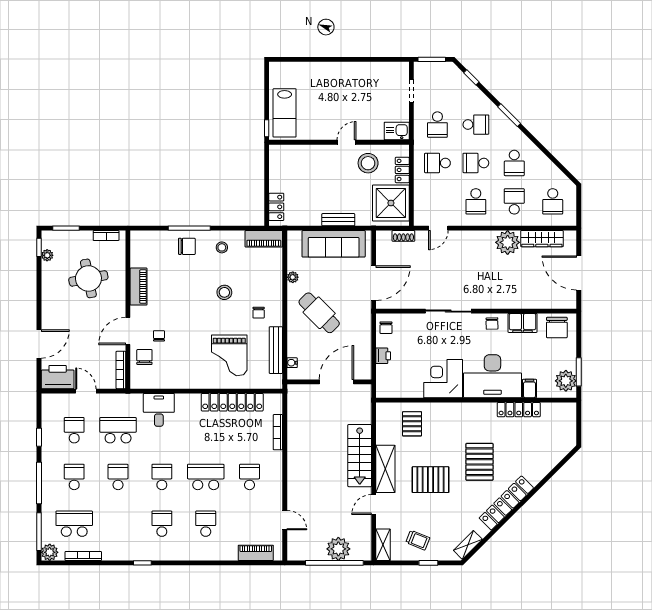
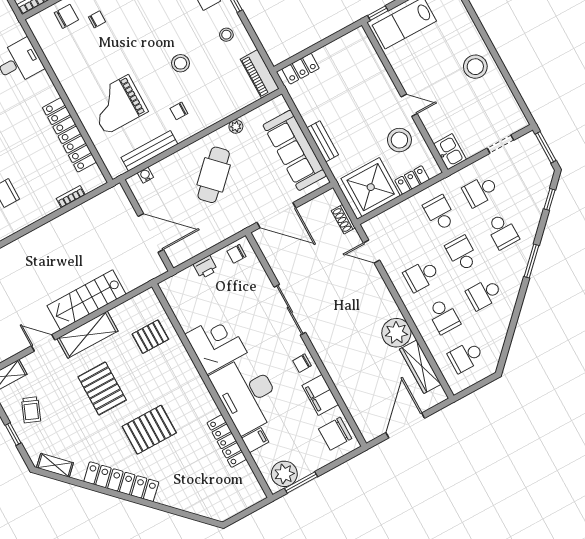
stool: (345, 78) -> (475, 67), added
school desk: (514, 201) -> (444, 316), turned 90
bookcase: (278, 432) -> (71, 197), width x0.64

